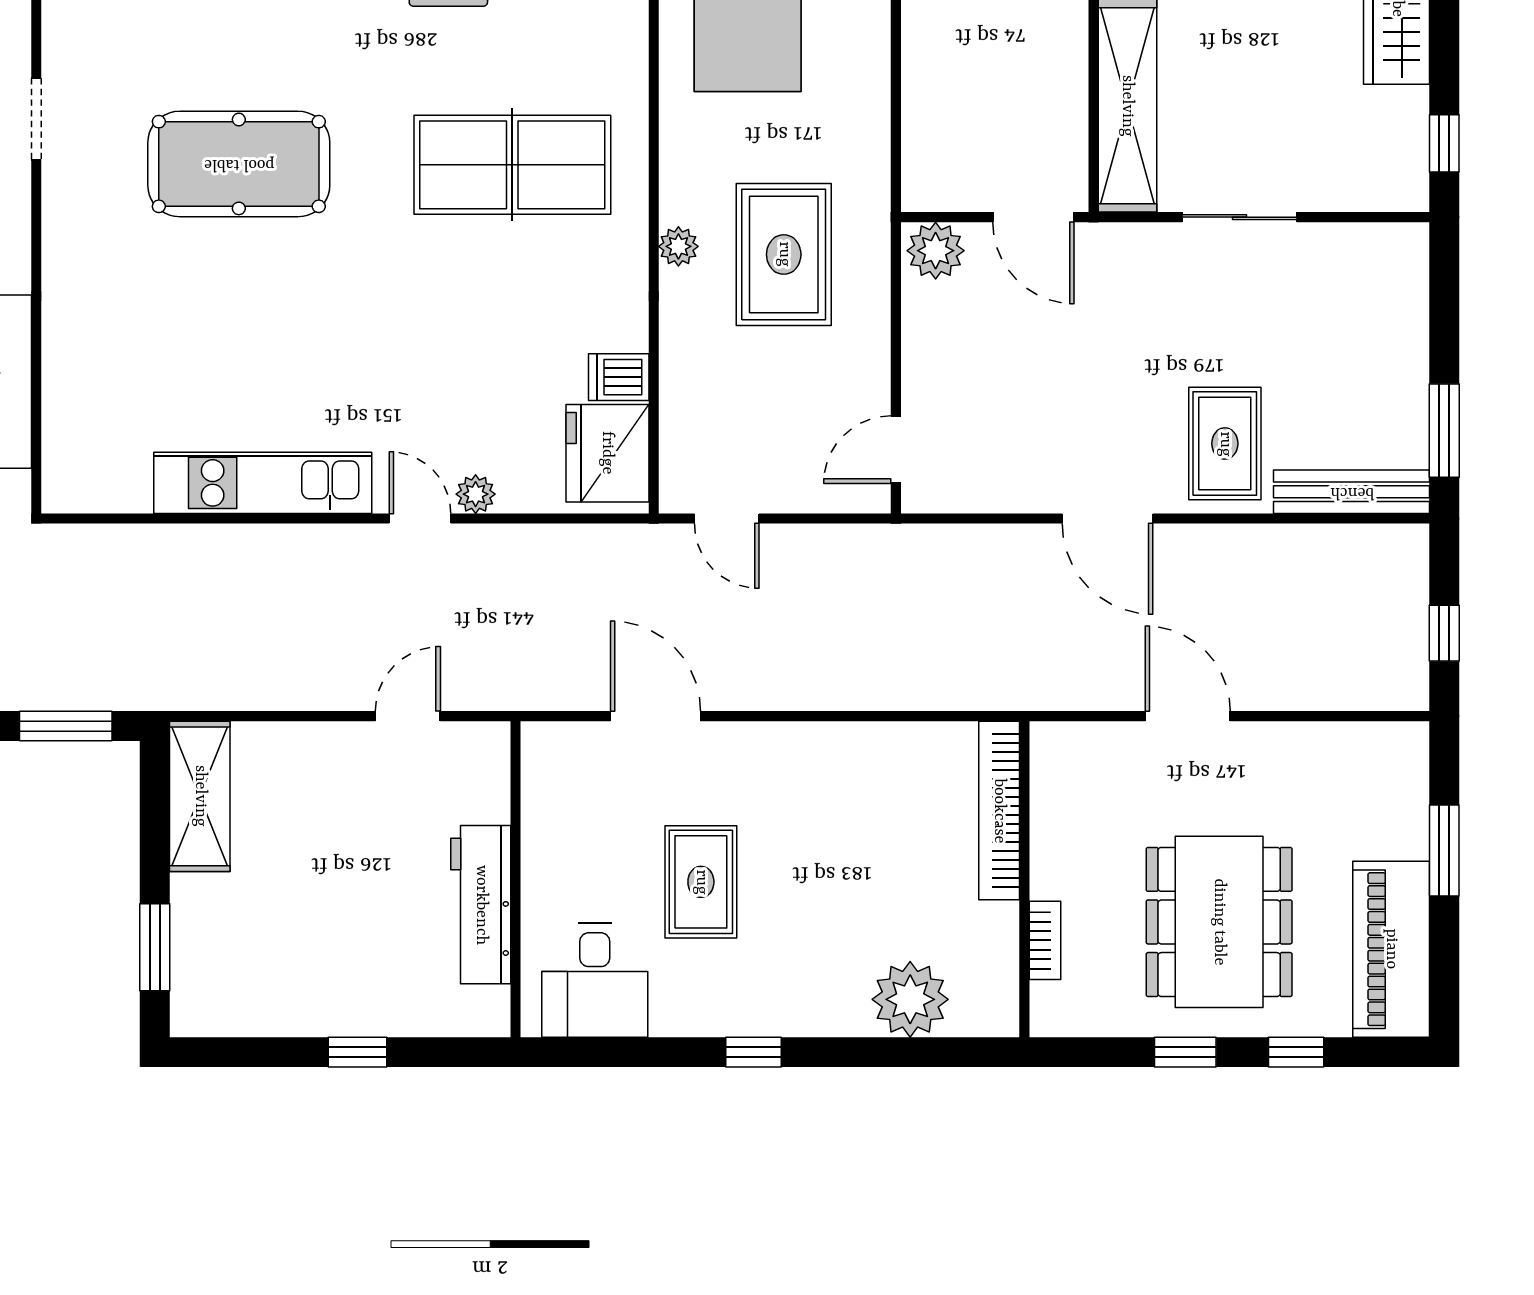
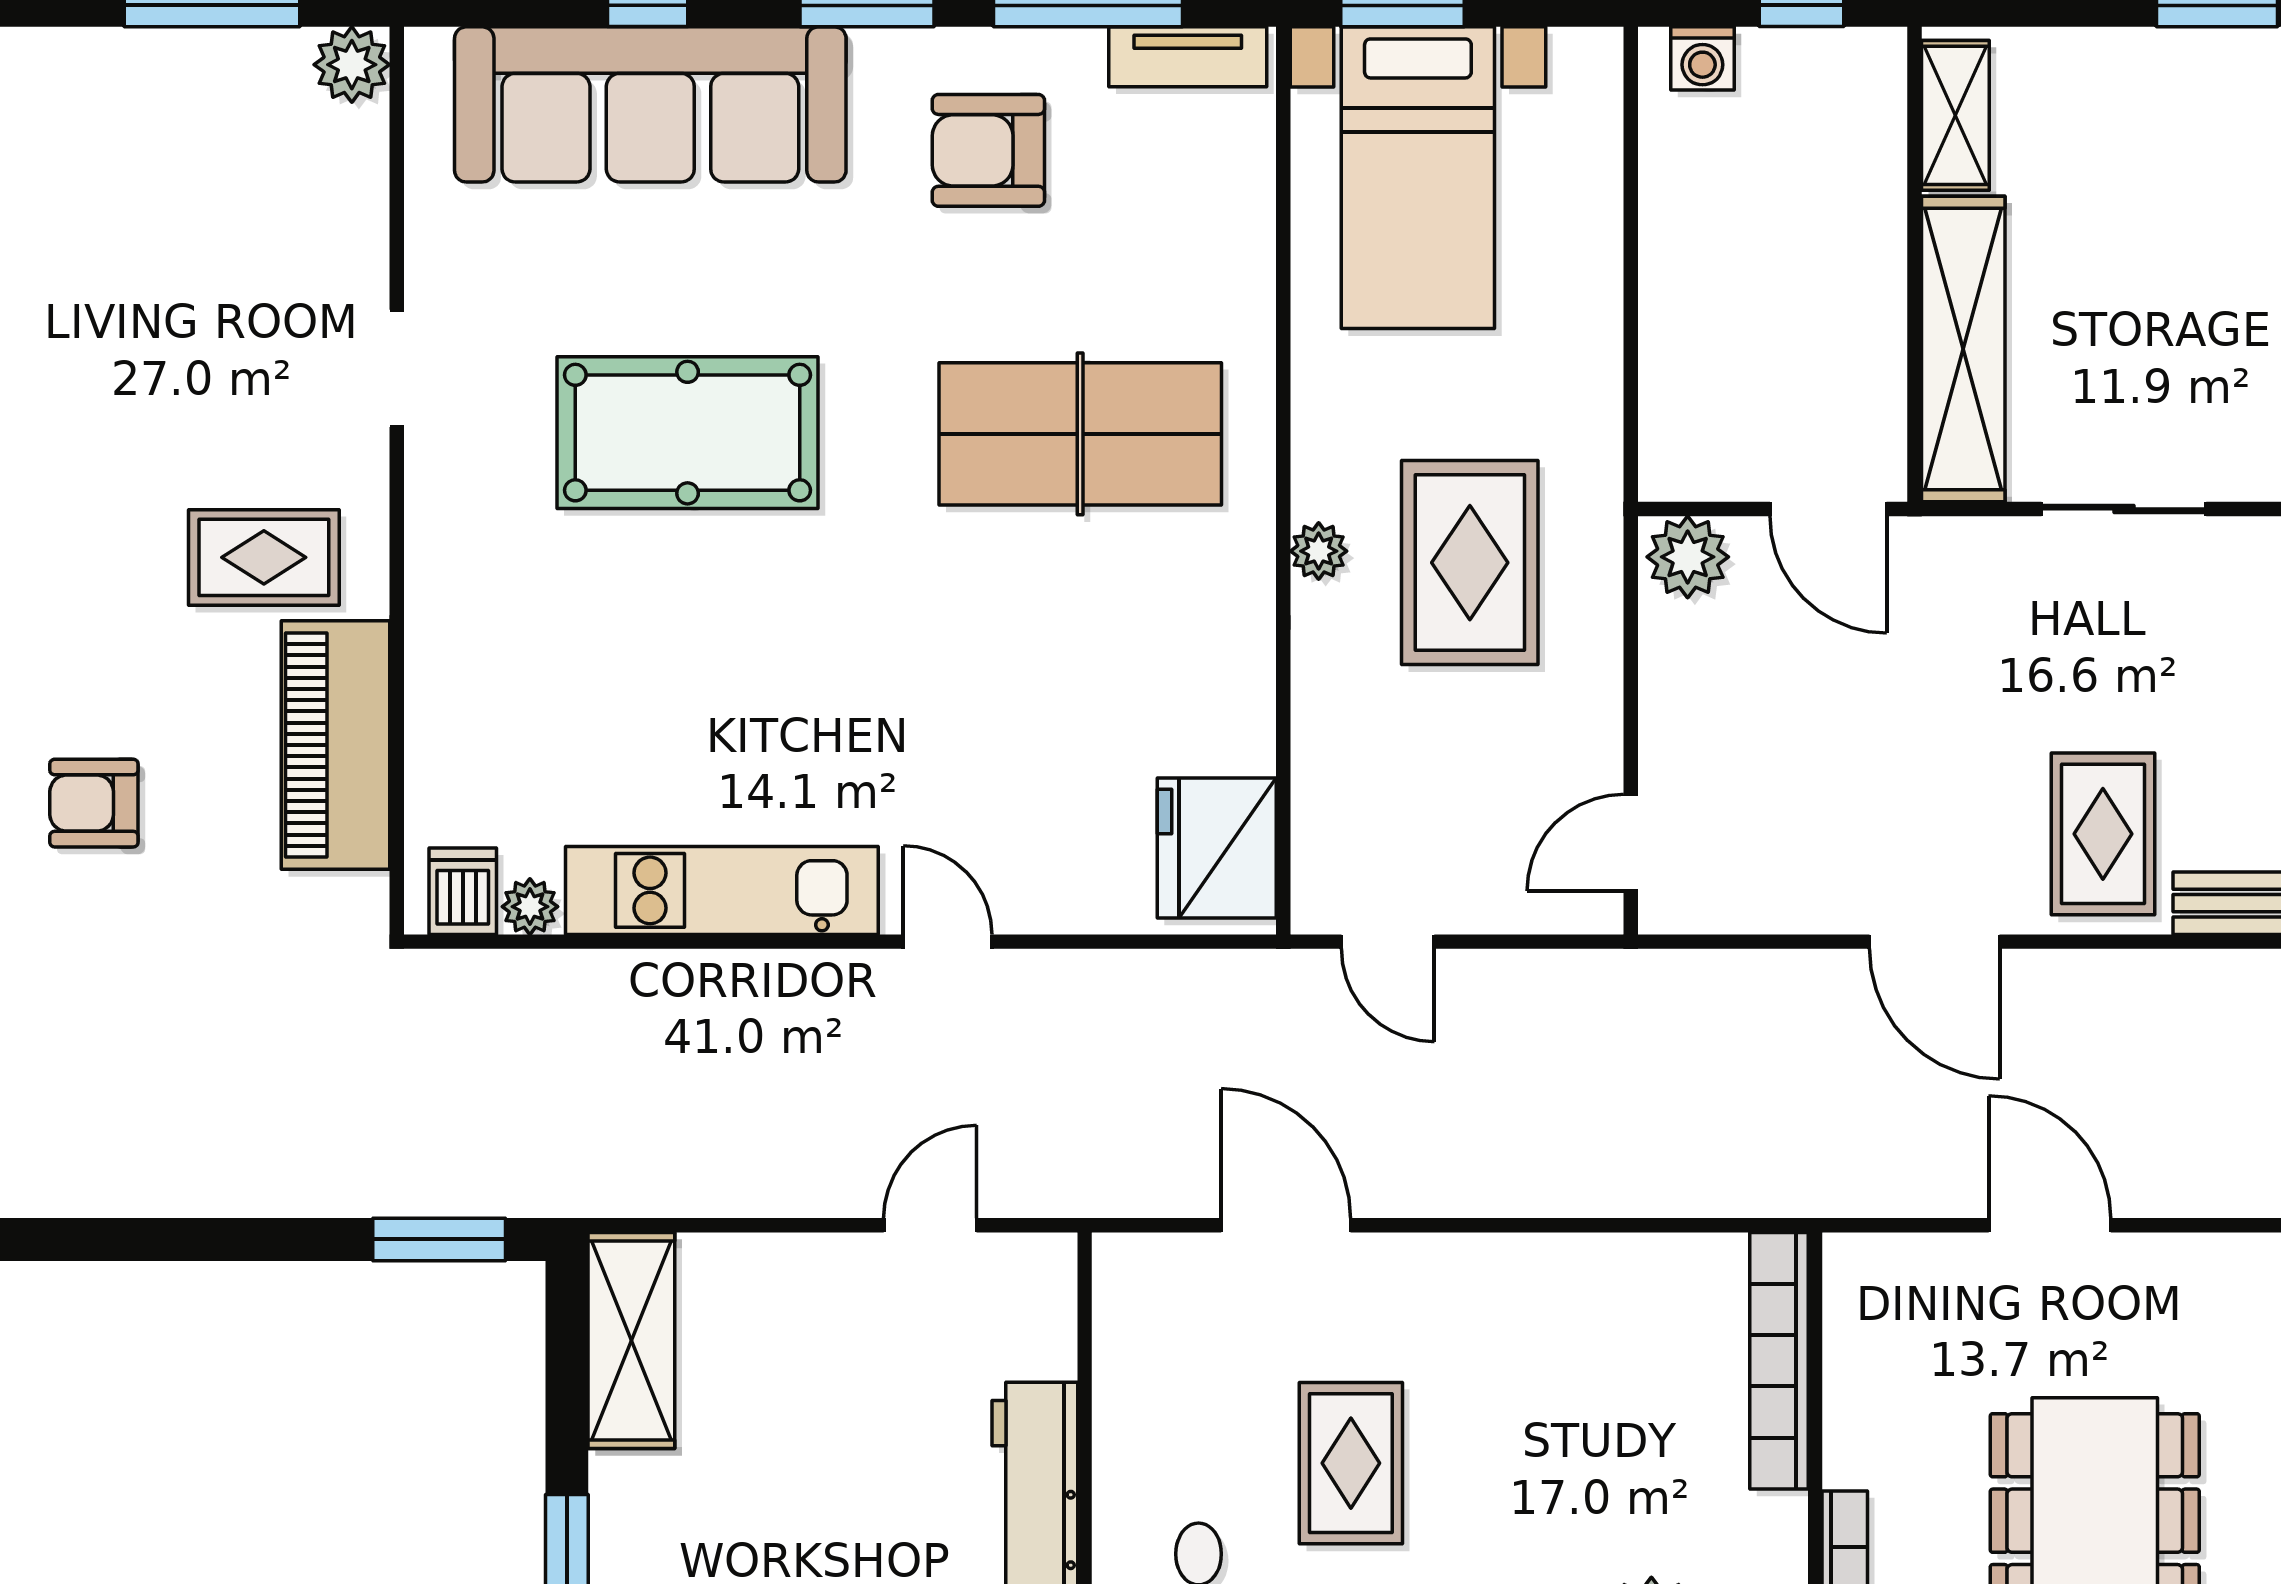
dishwasher: (619, 377) -> (463, 891), moved, turned 90
plant: (476, 494) -> (530, 907), moved

